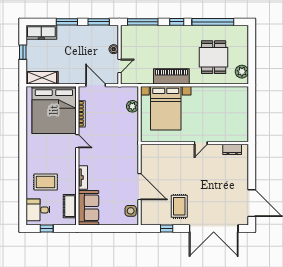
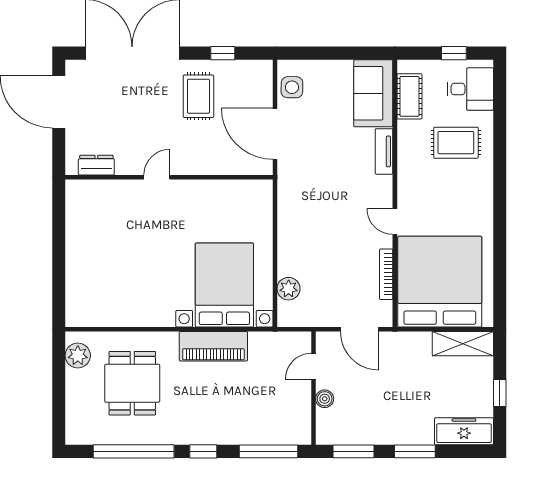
wall: (194, 143) -> (169, 177), moved
door: (201, 143) -> (157, 177), moved
dresser: (232, 149) -> (96, 165), moved

